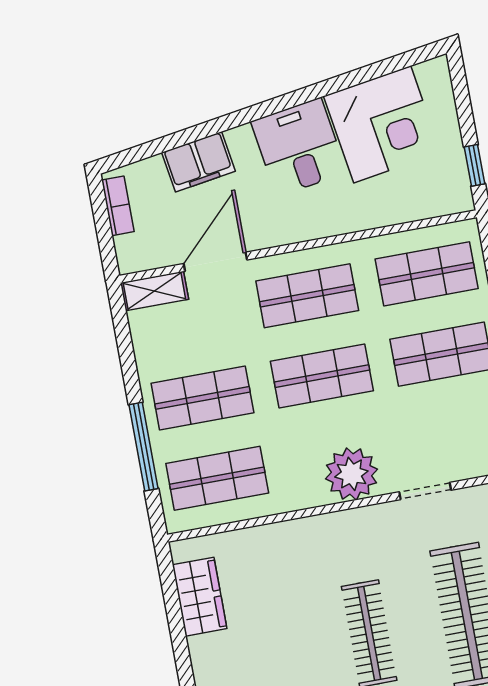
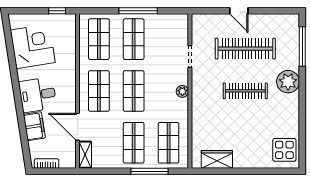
desk: (299, 147) -> (38, 95), moved
plant: (351, 474) -> (182, 91), width x0.53, depth x0.53

